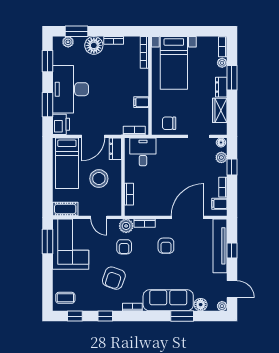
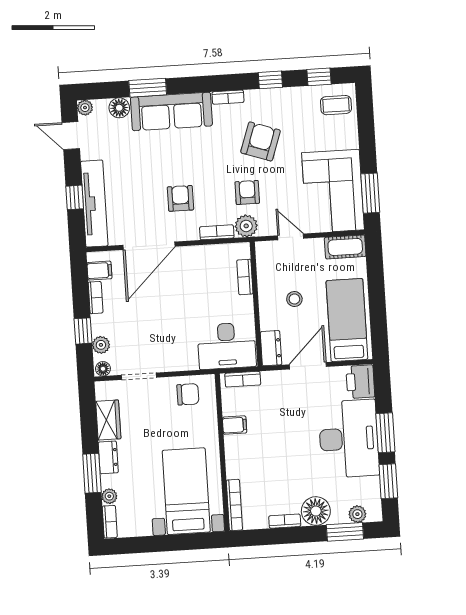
window: (47, 105) -> (385, 433), moved
desk: (143, 152) -> (227, 346), width x1.37
stool: (99, 179) -> (294, 299), width x0.53, depth x0.53

